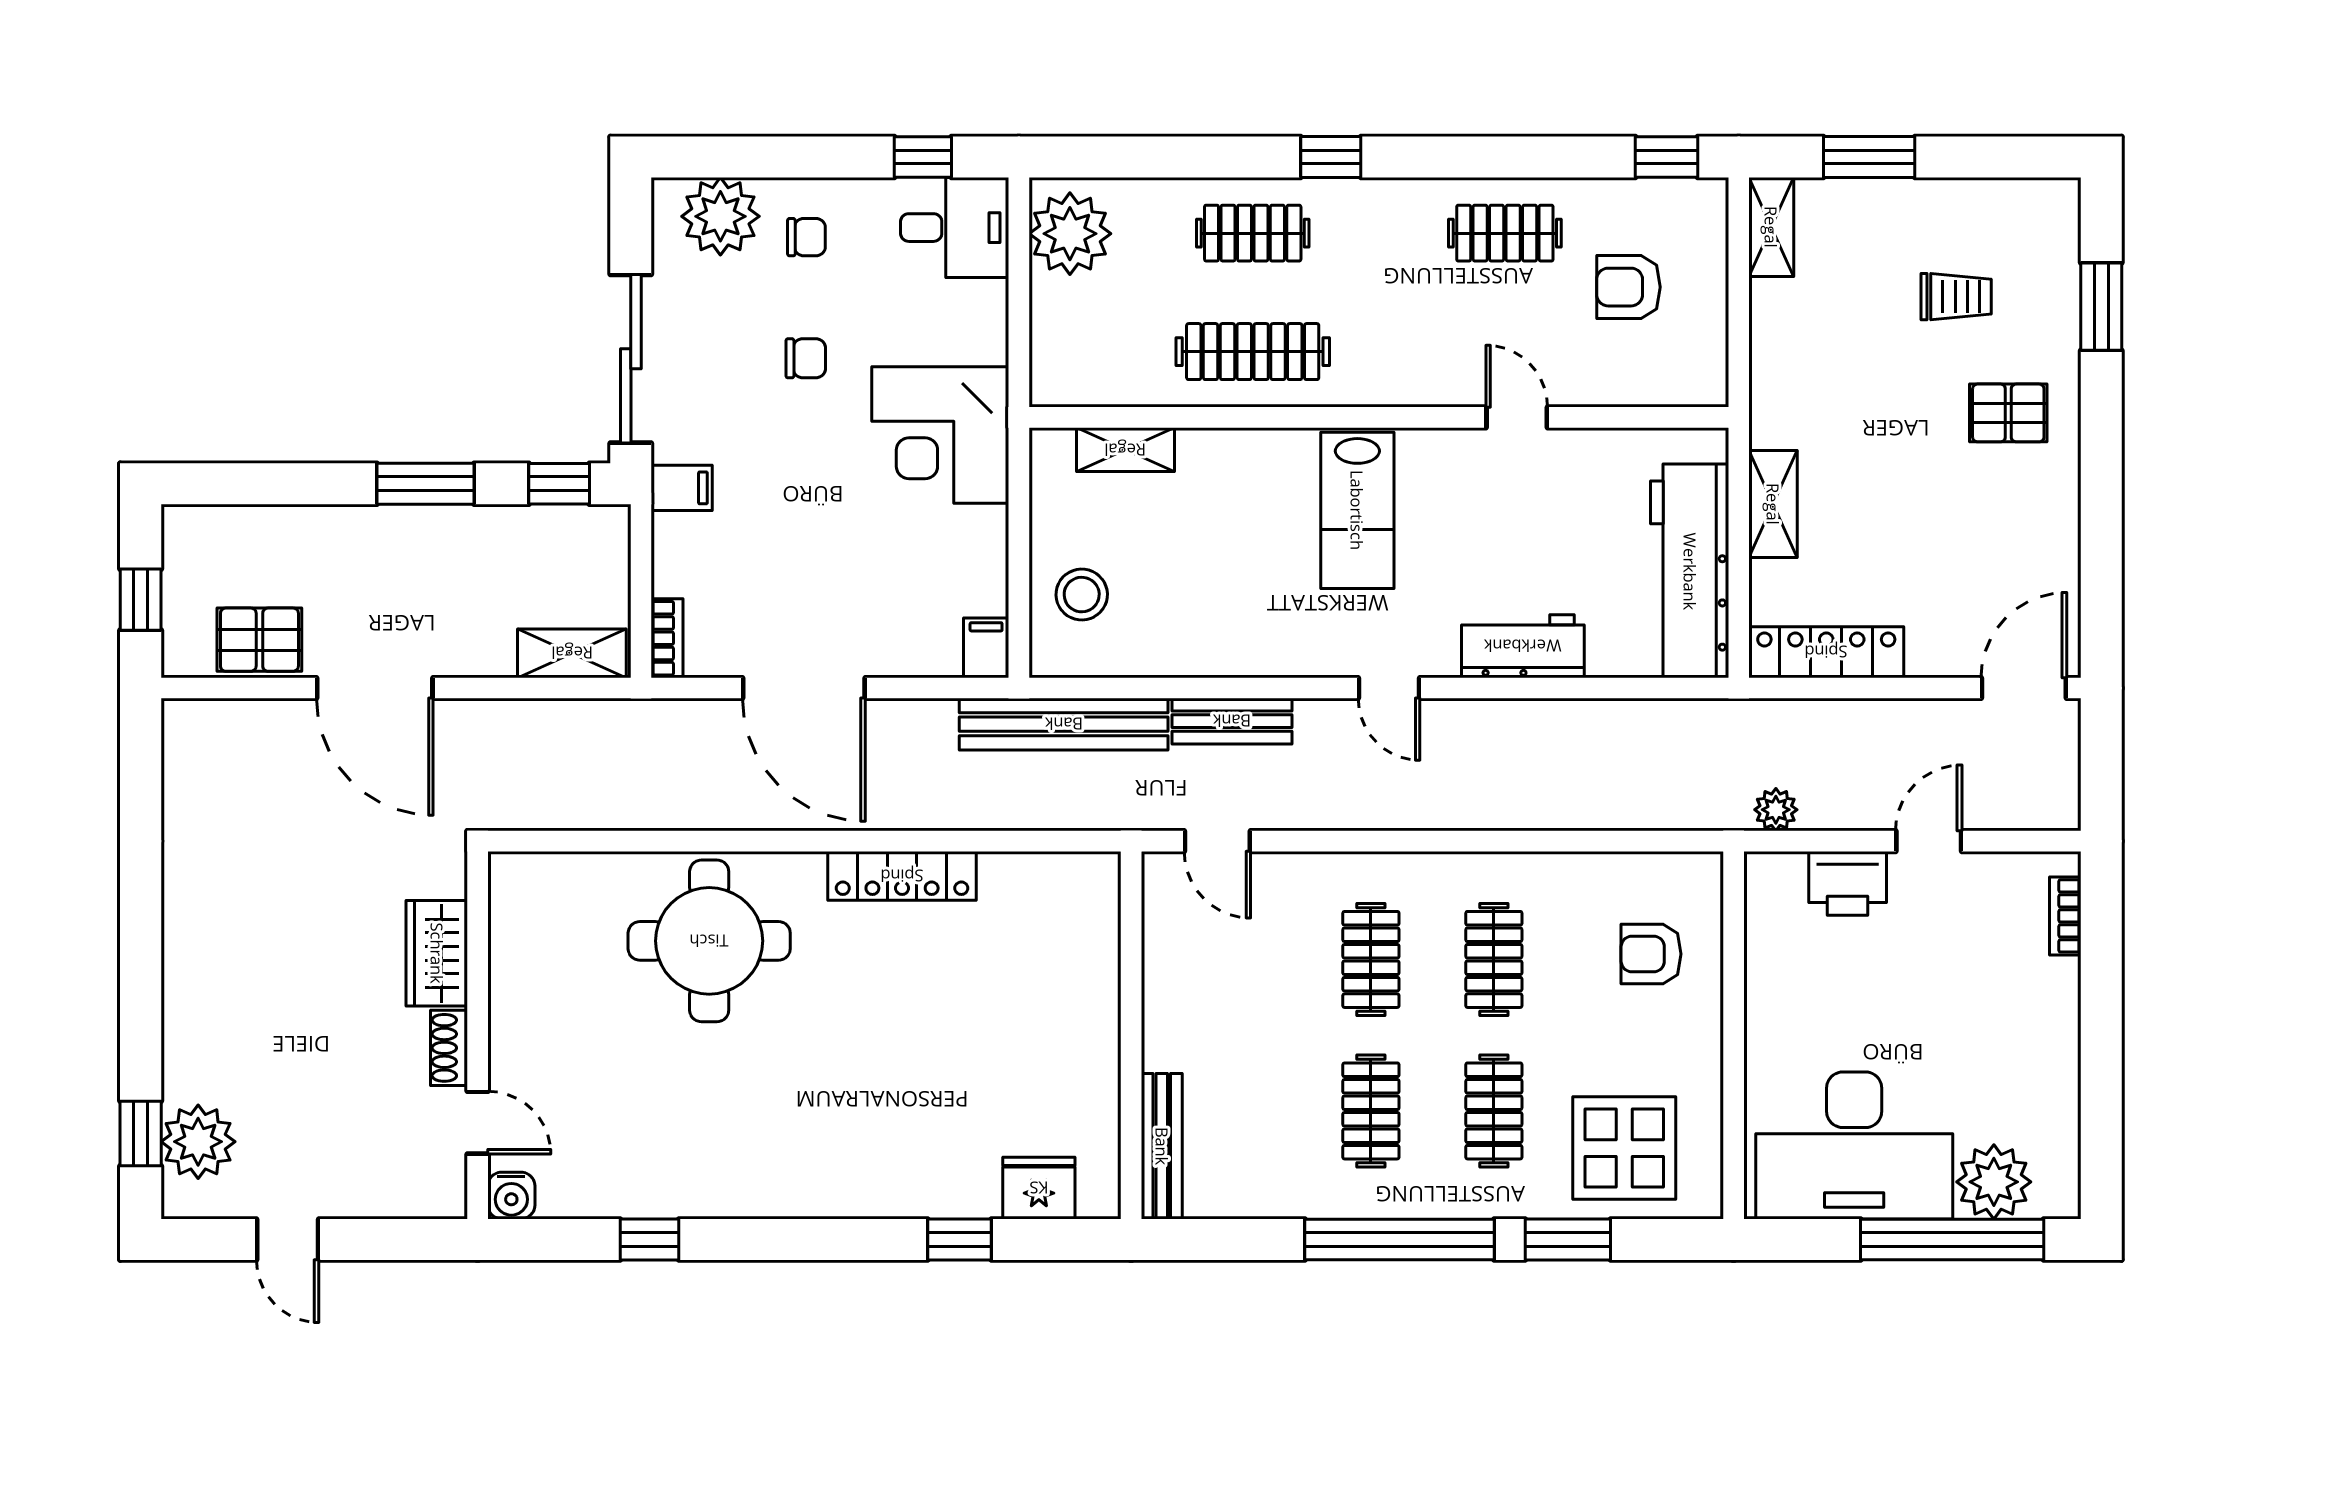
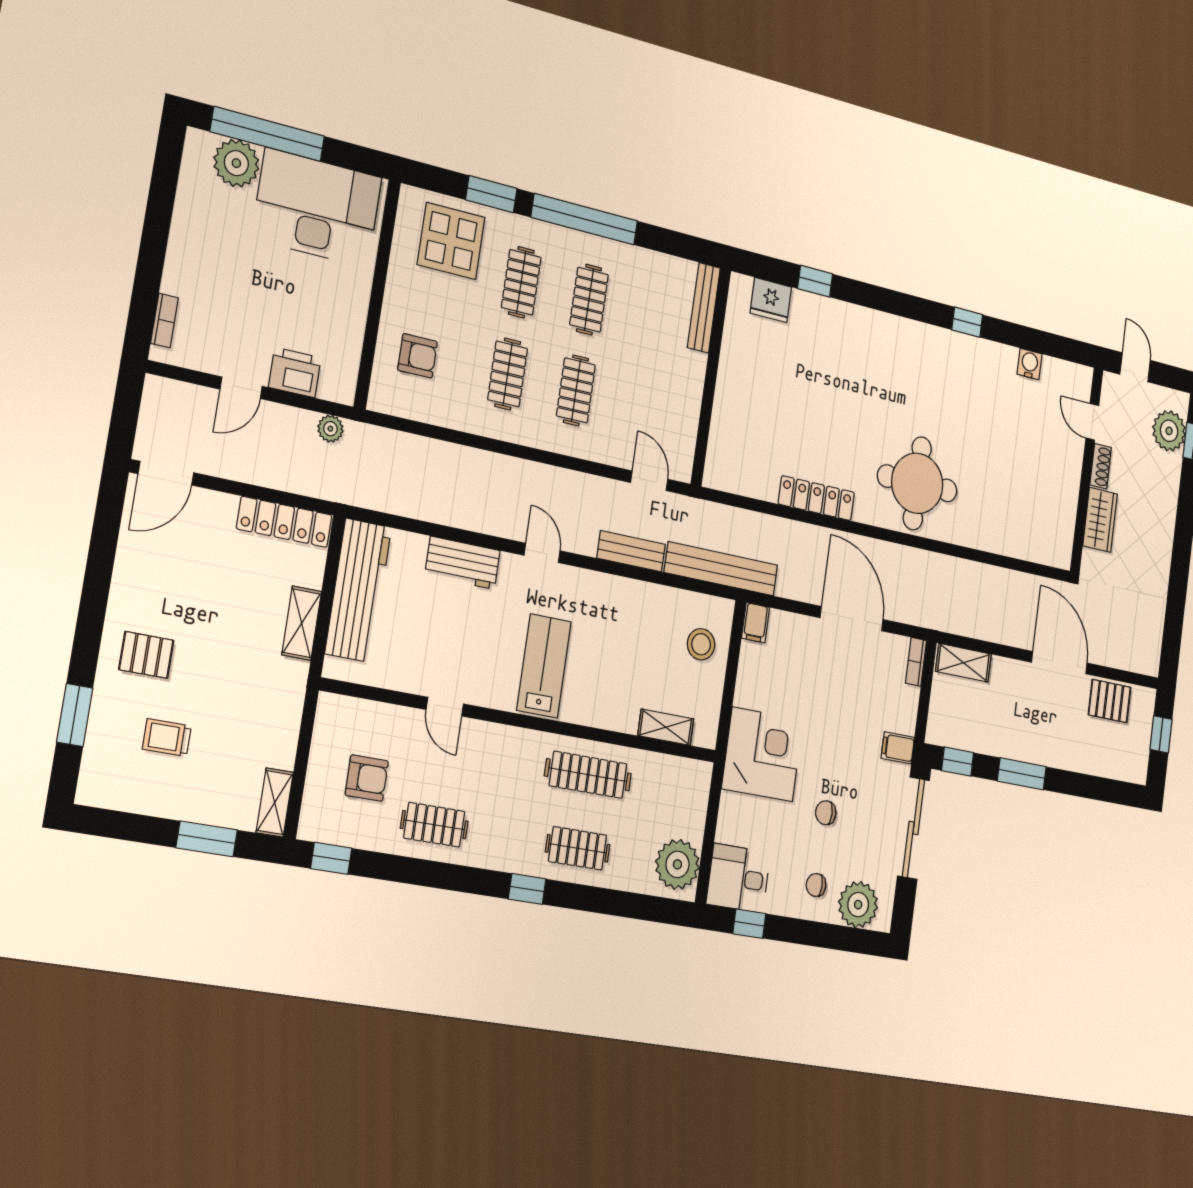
wardrobe: (437, 953) -> (1100, 520), moved
wall: (478, 1035) -> (1087, 470), moved
shoe rack: (449, 1048) -> (1101, 466), moved
door: (478, 1123) -> (1092, 422), moved

